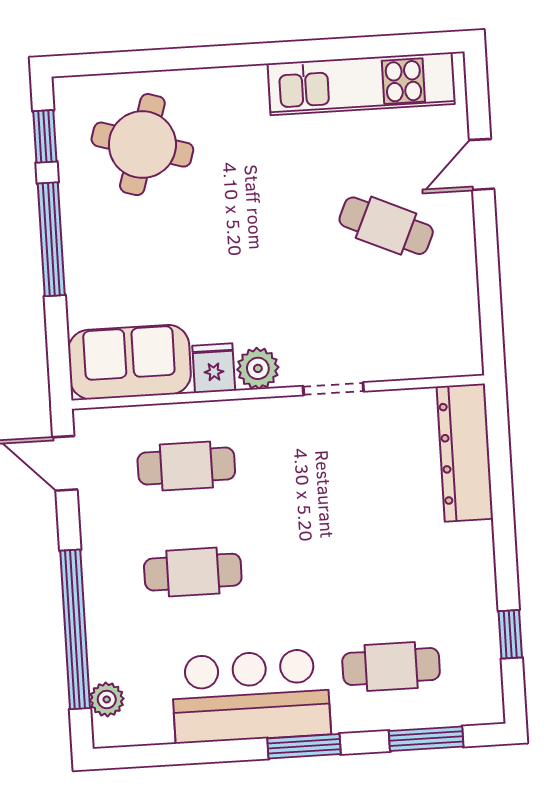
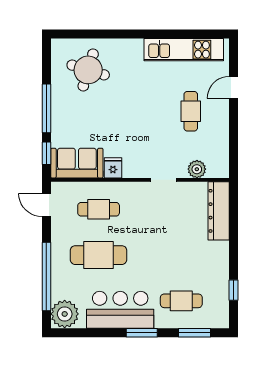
window: (45, 136) -> (46, 153), moved
cafe table: (386, 226) -> (191, 111), turned 66
plant: (258, 368) -> (197, 169), moved
cafe table: (193, 572) -> (99, 255), width x1.37, depth x1.35
plant: (107, 699) -> (65, 314), width x1.88, depth x1.88

